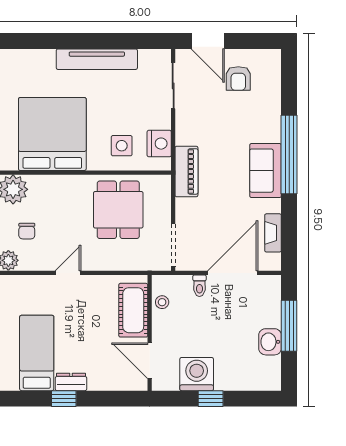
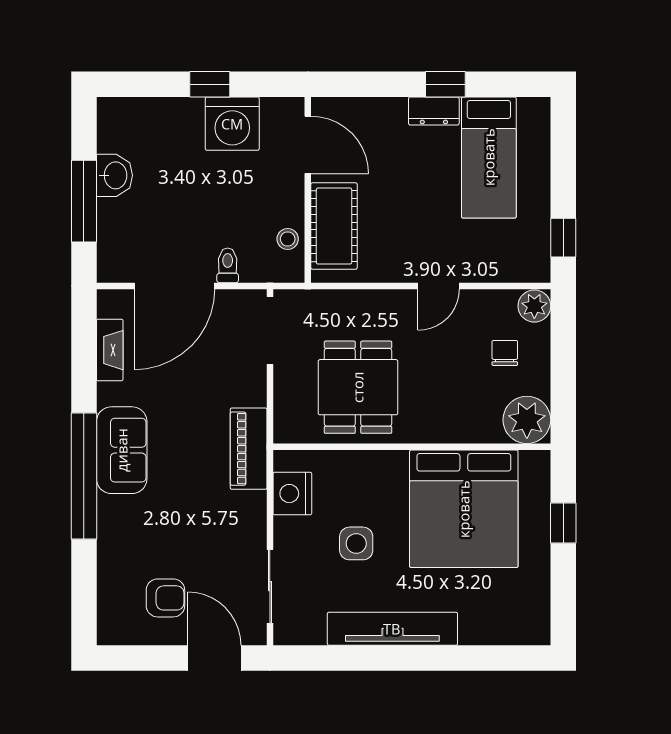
armchair: (238, 78) -> (165, 598), turned 90
side table: (122, 146) -> (356, 543), moved

